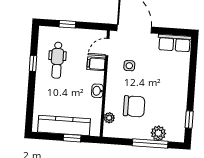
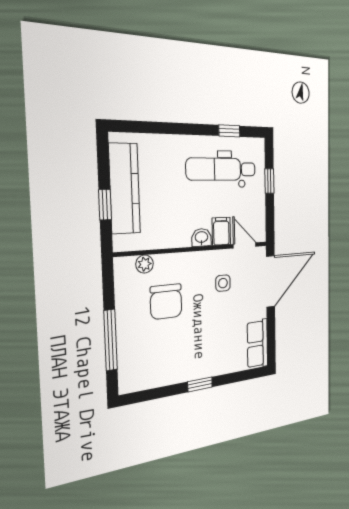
dental chair: (57, 60) -> (221, 169), width x1.36, depth x1.38
window: (33, 63) -> (229, 131), moved
washbasin: (97, 91) -> (201, 238), moved
window: (189, 119) -> (200, 384), moved
plant: (158, 133) -> (129, 350), removed

